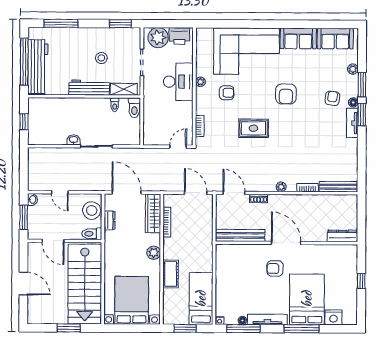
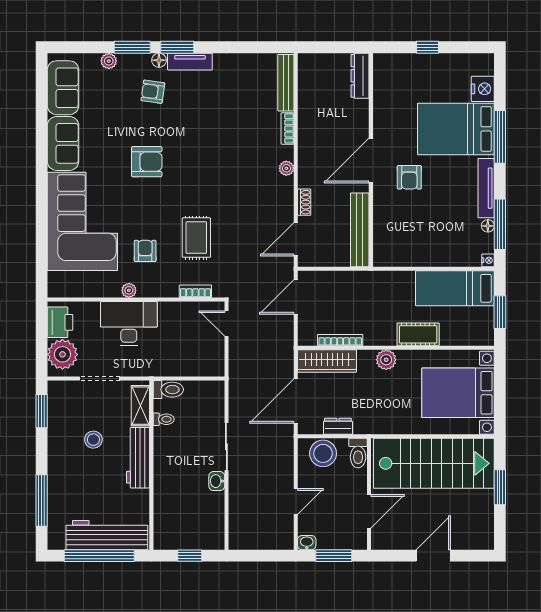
rug: (254, 128) -> (196, 238), moved

